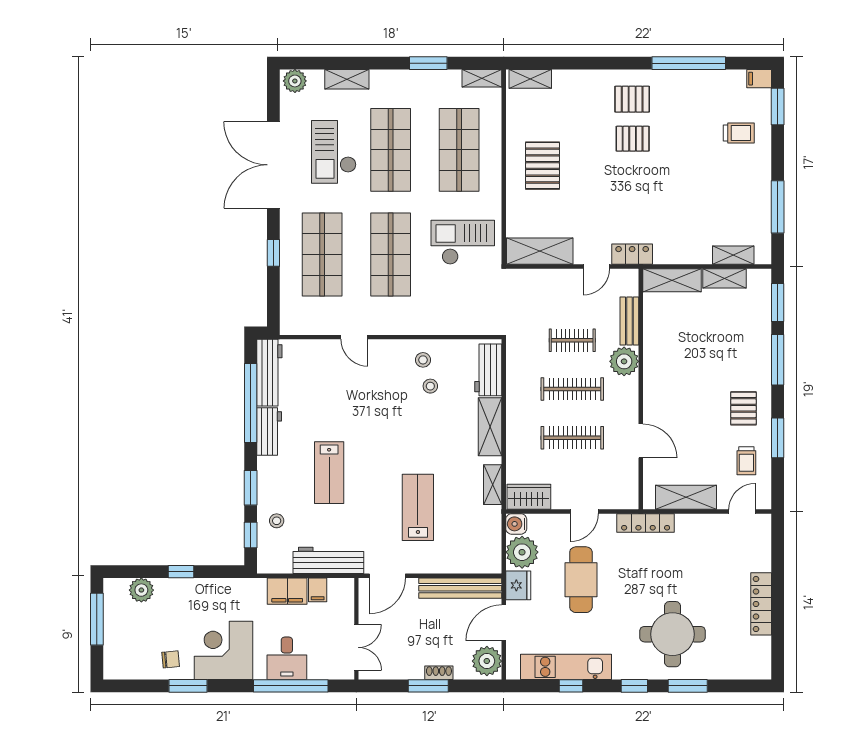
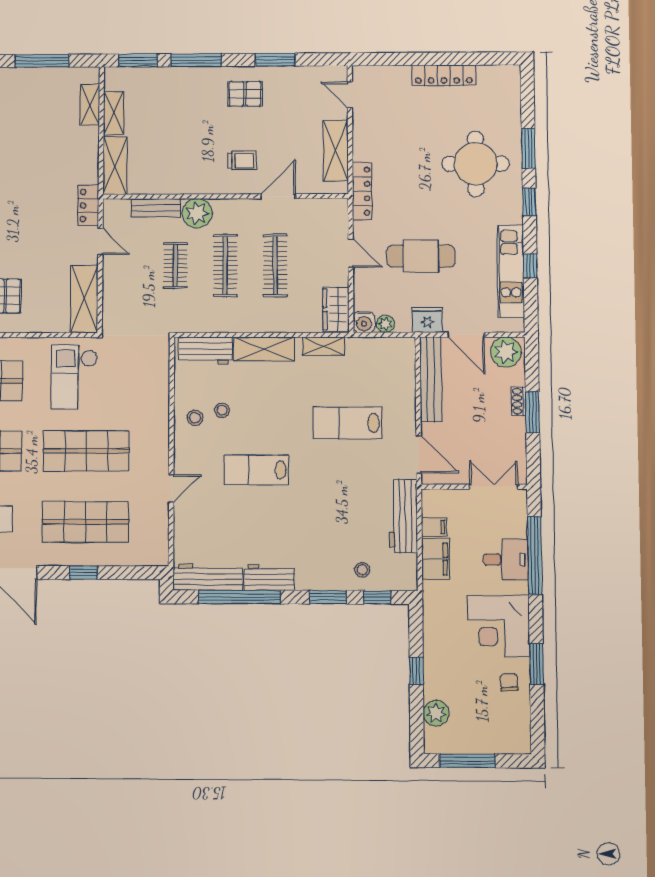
trolley: (746, 461) -> (242, 160), moved
lab bench: (329, 473) -> (256, 470), moved, turned 180
plant: (522, 552) -> (385, 324), width x0.53, depth x0.53

